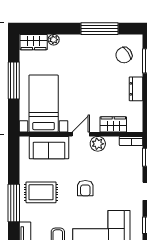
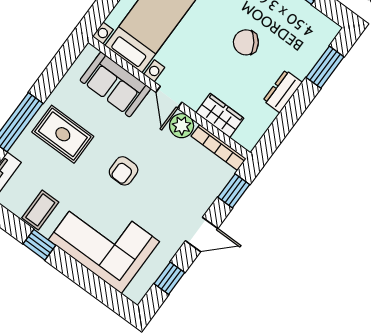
chair: (124, 55) -> (246, 42), moved
door: (81, 134) -> (169, 97), swing flipped
bookcase: (131, 141) -> (219, 147), width x1.56

